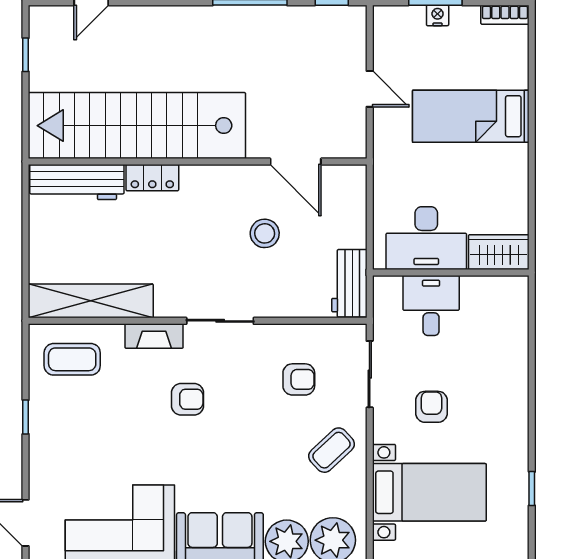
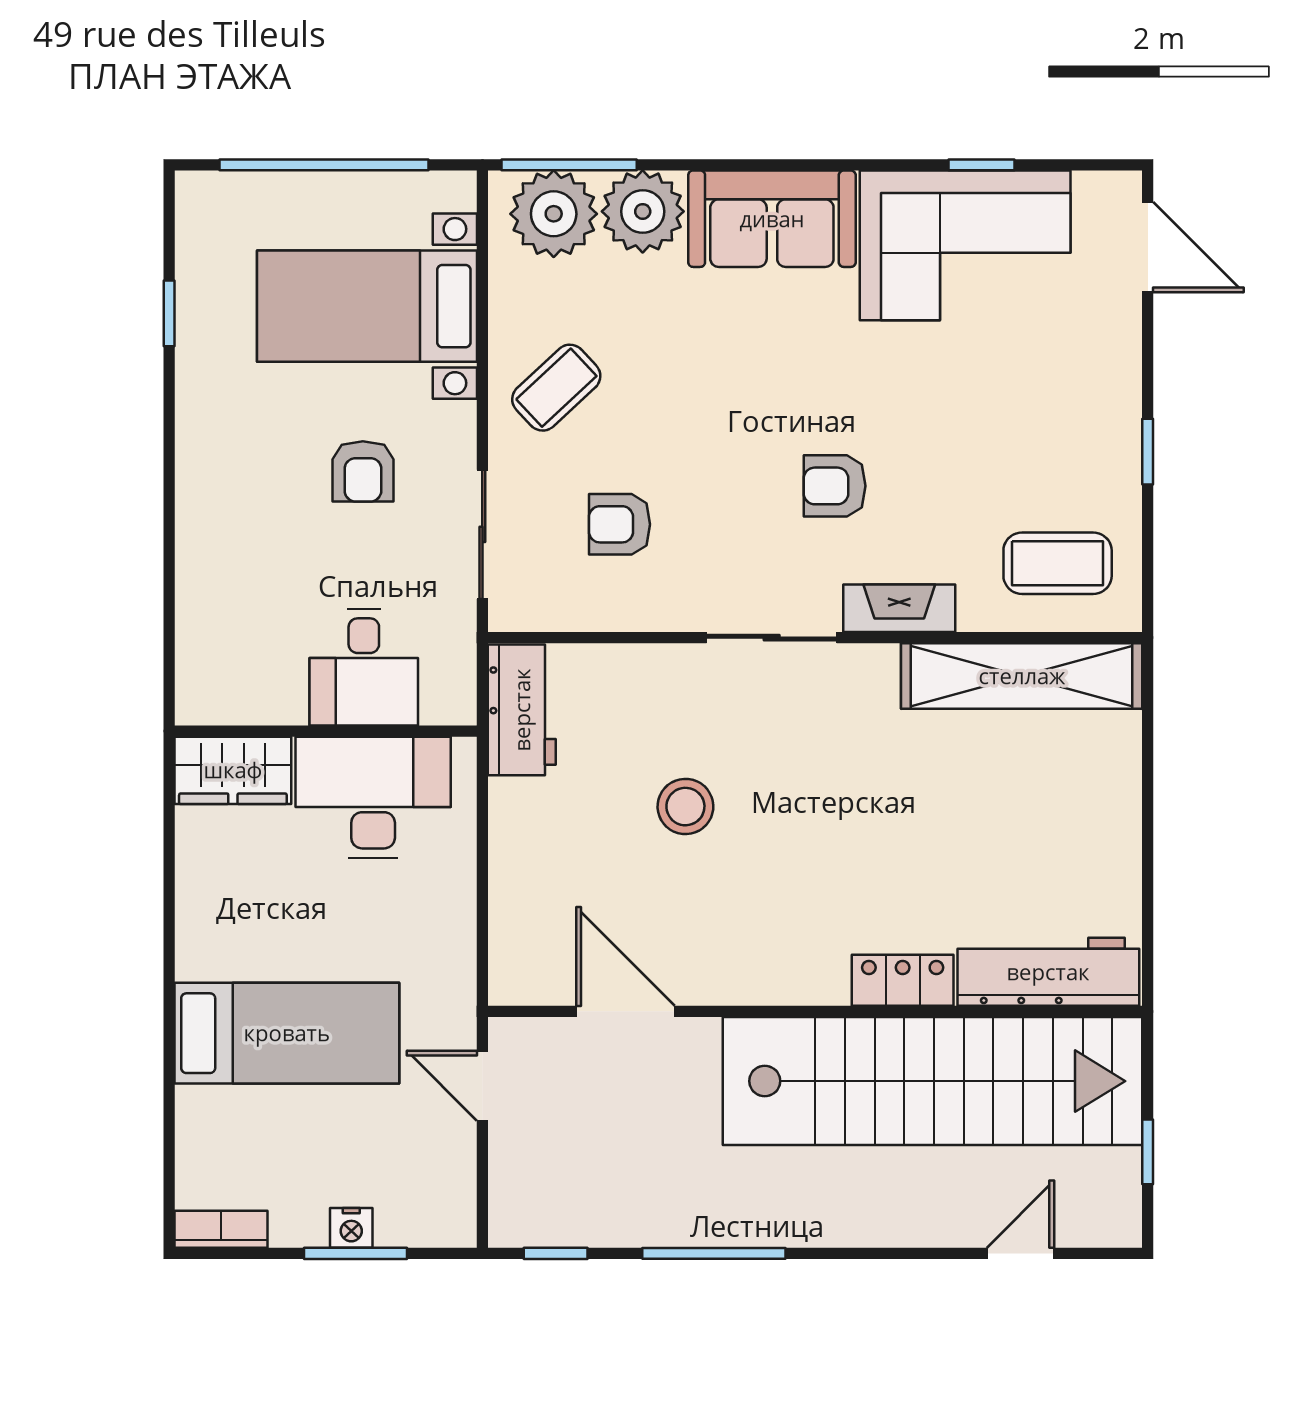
stairs: (137, 126) -> (932, 1081), moved
wall: (198, 162) -> (815, 1011), moved
door: (296, 162) -> (626, 1011), moved
locker: (152, 178) -> (903, 980), moved
workbench: (77, 182) -> (1048, 972), moved

